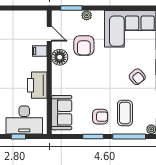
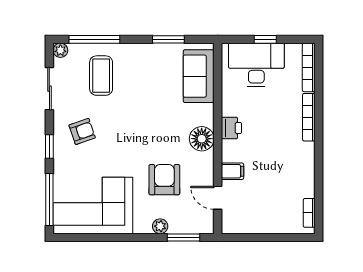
floor lamp: (60, 57) -> (202, 139), moved
armchair: (137, 77) -> (82, 131), turned 111
printer: (37, 85) -> (231, 128), width x0.53, depth x0.68
armchair: (100, 117) -> (139, 70), removed
window: (93, 137) -> (168, 39), moved

